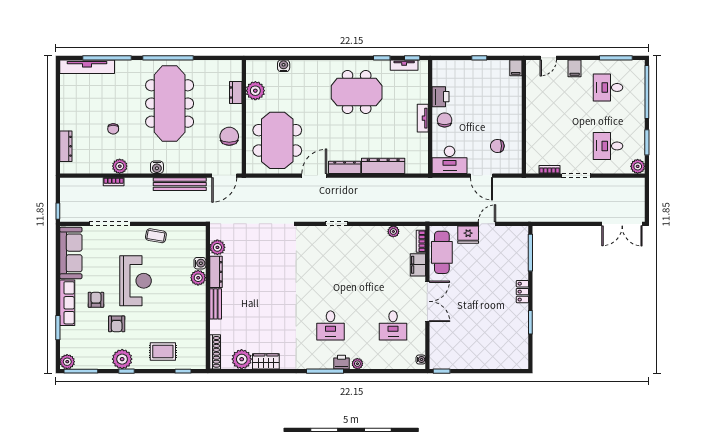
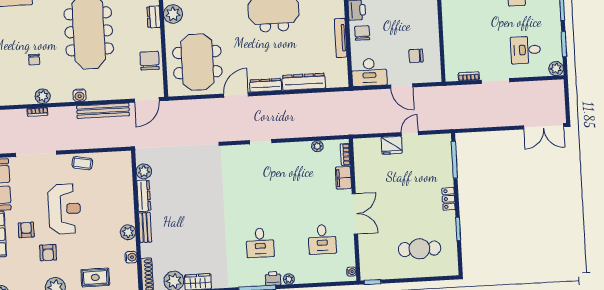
tv unit: (423, 118) -> (341, 38), width x1.41
cafe table: (442, 252) -> (419, 249), moved, turned 90
water cooler: (200, 263) -> (131, 257), moved
plant: (198, 278) -> (128, 232), moved

